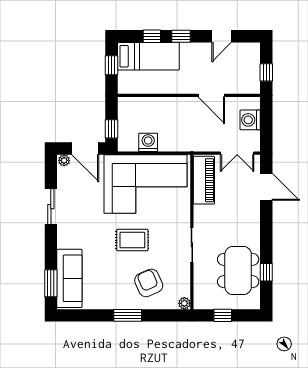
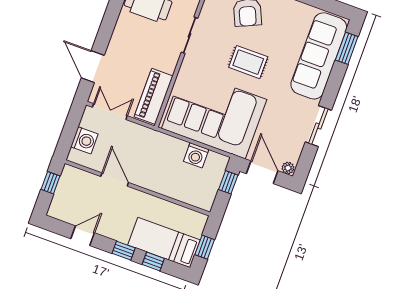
sofa: (69, 278) -> (319, 56), width x1.36, depth x1.27

